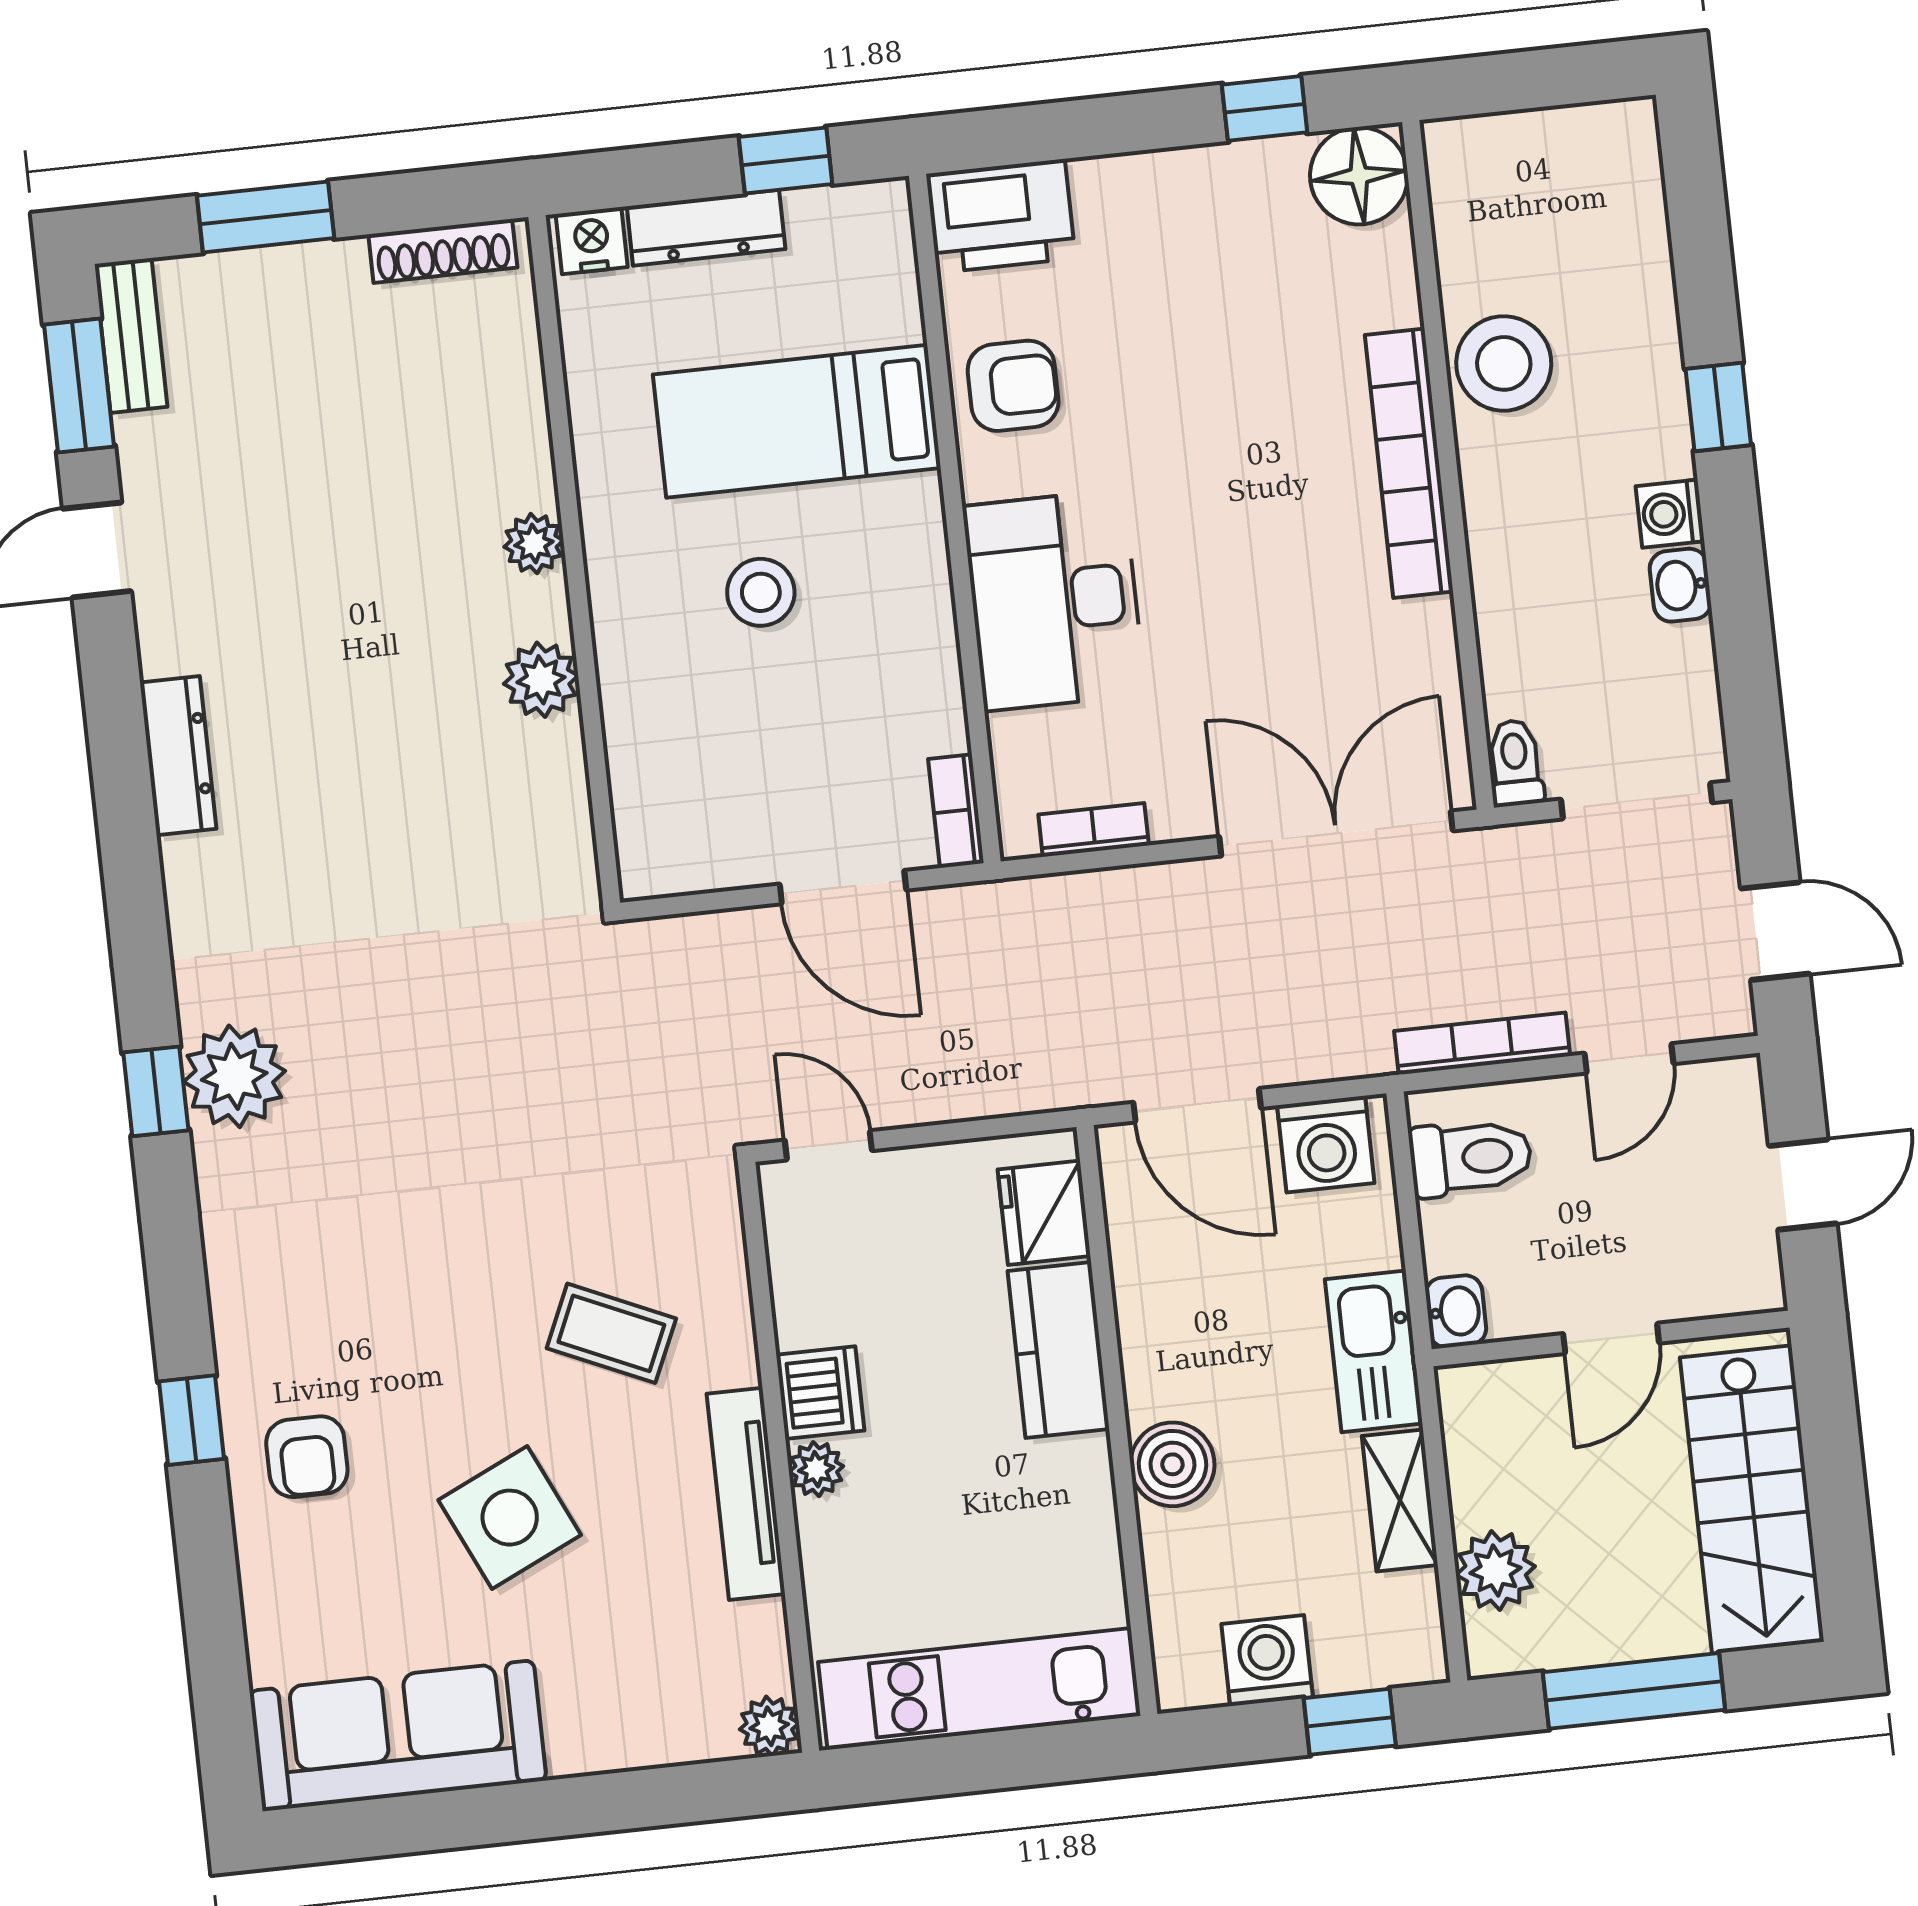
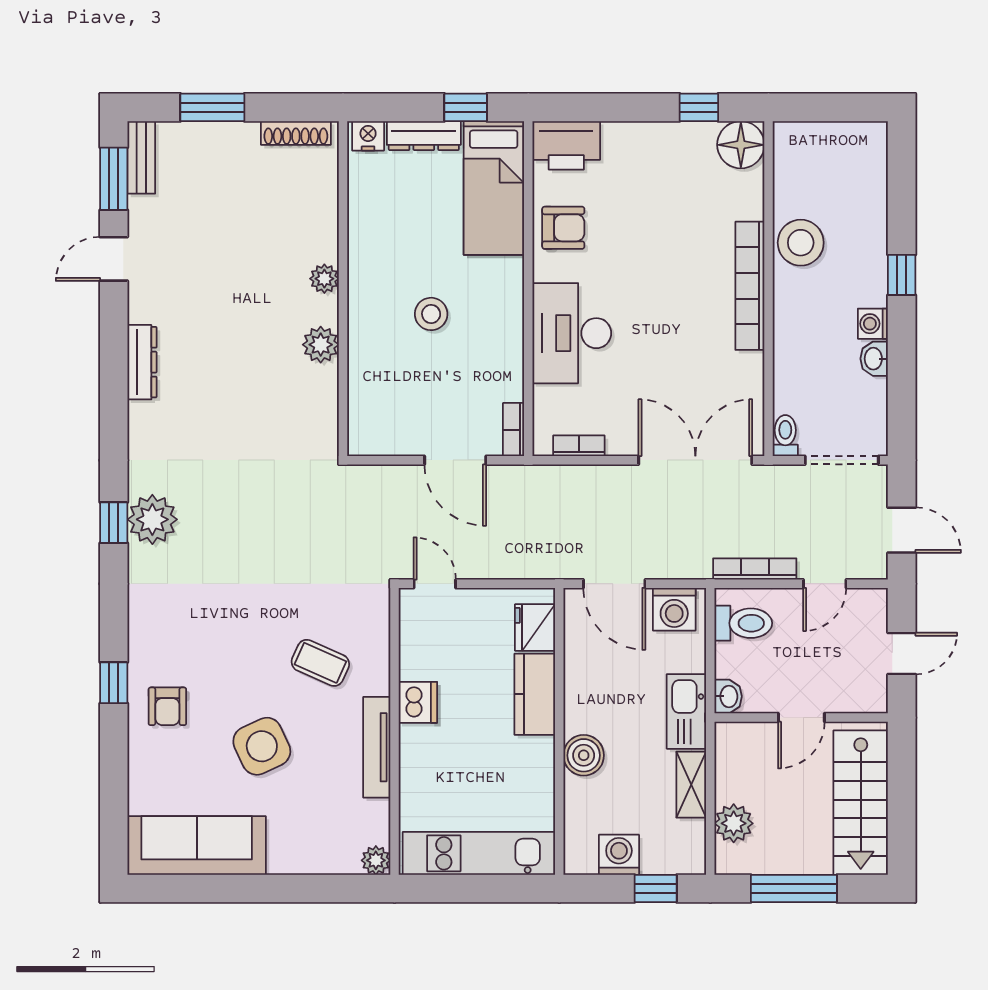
bed: (797, 421) -> (494, 188), moved, turned -90
plant: (816, 1469) -> (412, 739), removed

